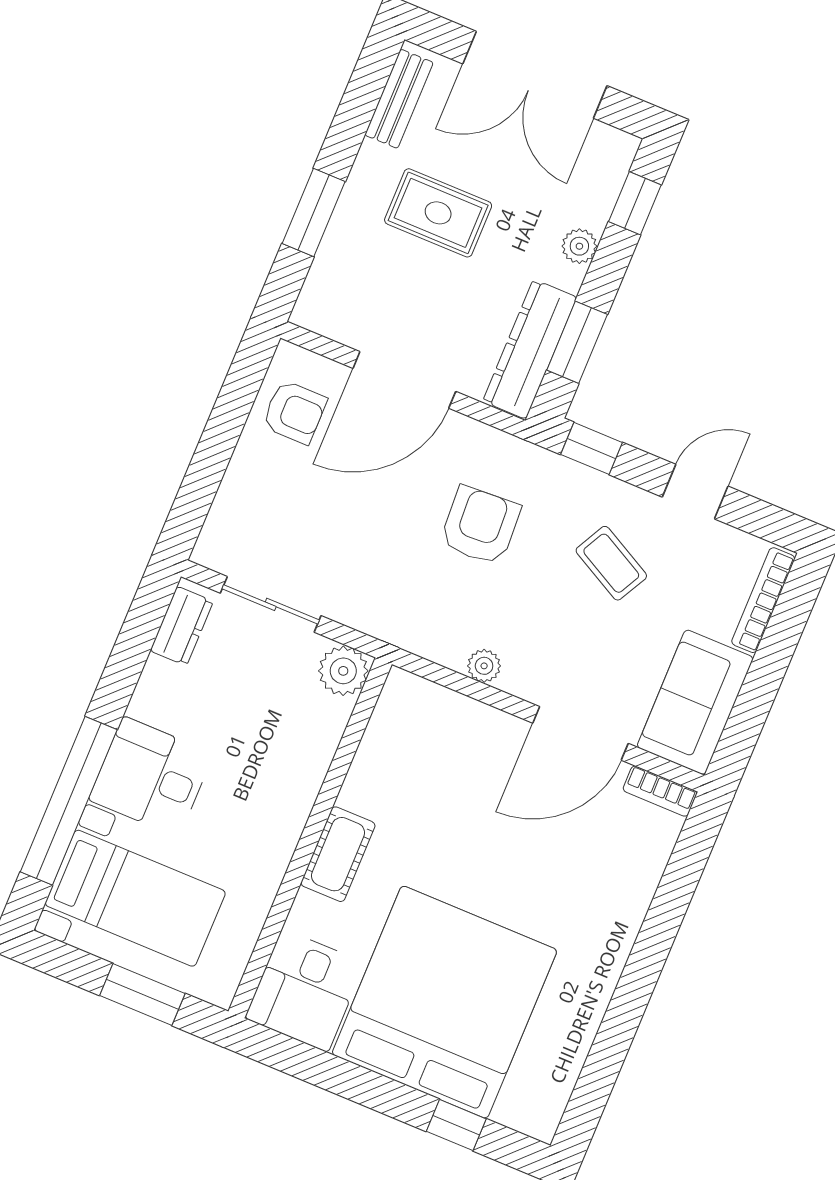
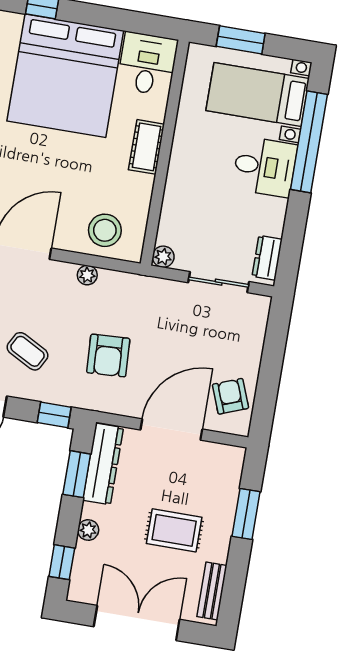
armchair: (294, 412) -> (230, 396), turned 69
plant: (343, 671) -> (163, 257), width x0.73, depth x0.73
stool: (438, 733) -> (105, 230), added

